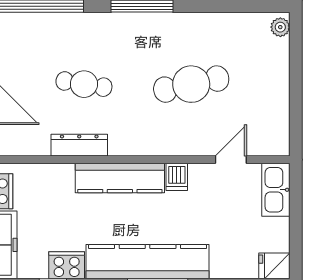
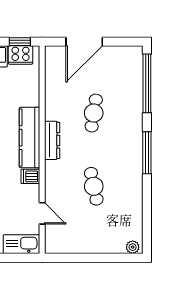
cafe table: (191, 84) -> (94, 186), width x0.73, depth x0.74
dresser: (79, 145) -> (52, 140), moved

